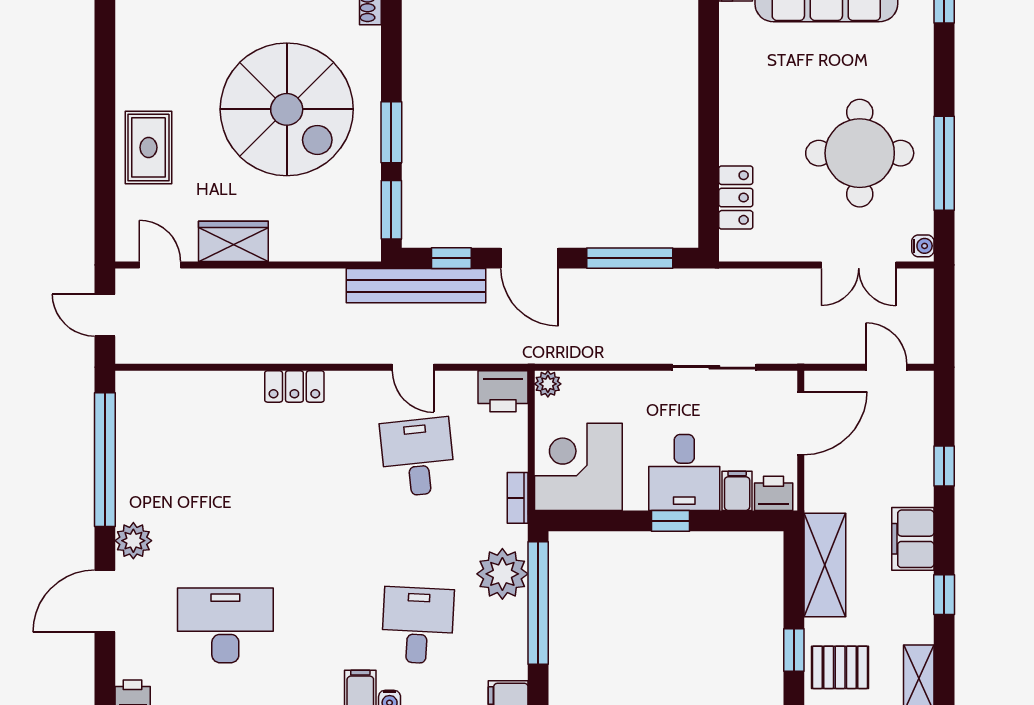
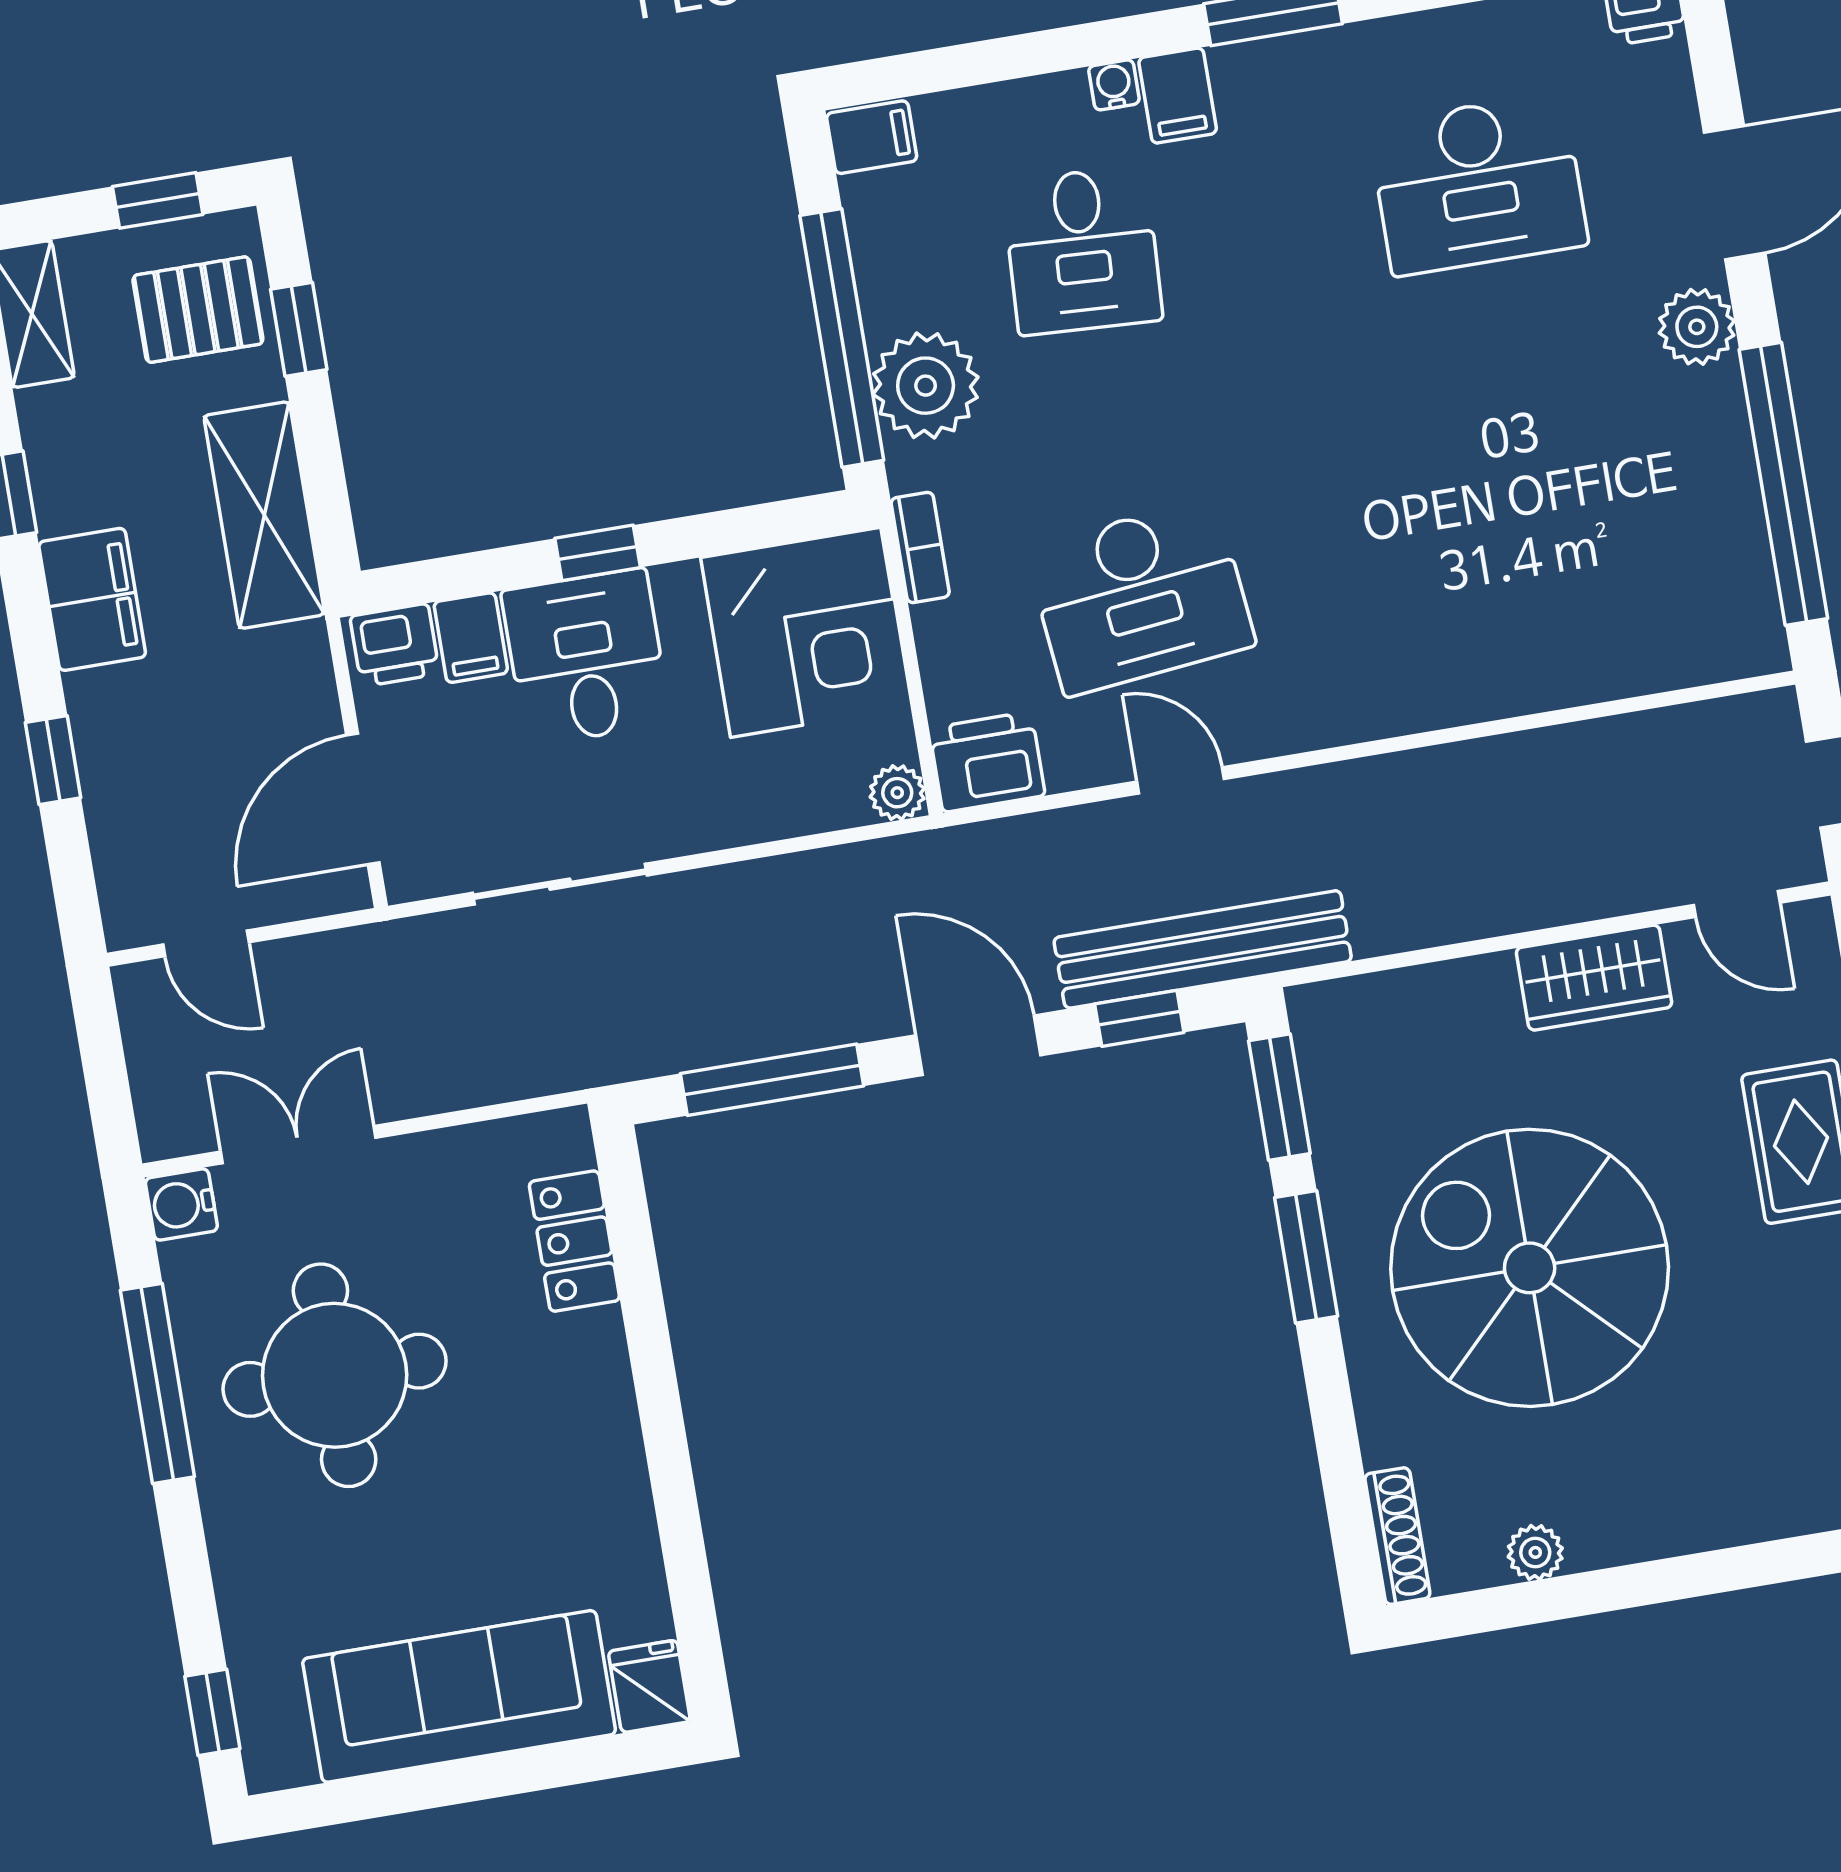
water cooler: (923, 246) -> (181, 1204), width x1.38, depth x1.38
locker: (294, 386) -> (1418, 700), removed
desk: (418, 457) -> (1140, 597), width x1.37

